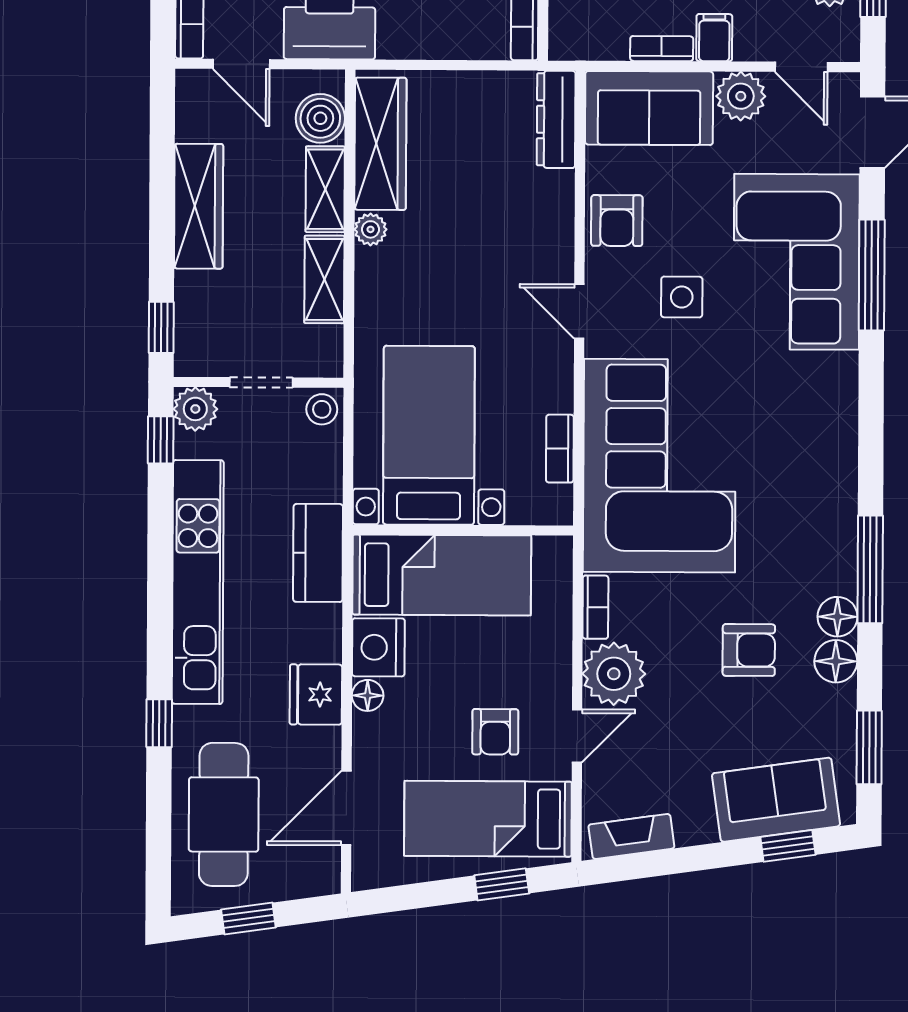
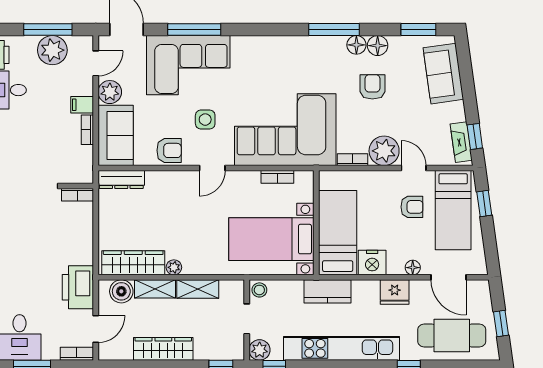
floor lamp: (368, 695) -> (413, 268), moved
window: (788, 846) -> (475, 136), moved

